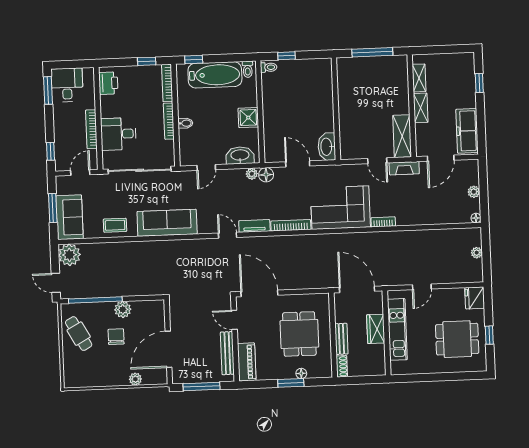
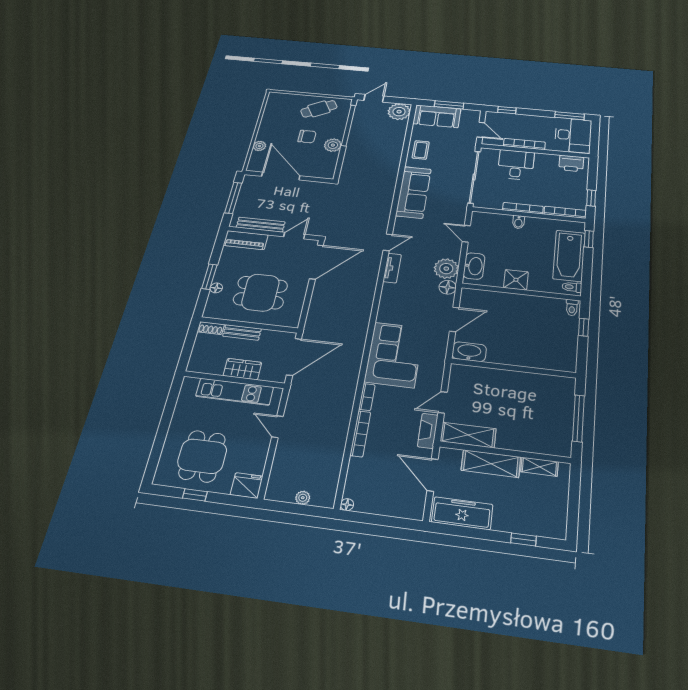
desk: (67, 85) -> (573, 135), width x1.37
shelving: (421, 108) -> (491, 464), width x1.50, depth x1.33
plant: (252, 174) -> (446, 269), width x1.88, depth x1.88
plant: (474, 192) -> (381, 508), removed
bookcase: (291, 225) -> (360, 434), moved

